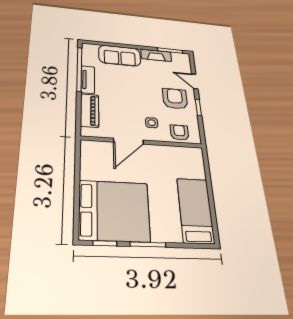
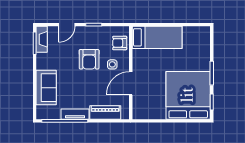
fireplace: (156, 55) -> (42, 39), moved
armchair: (175, 99) -> (89, 59), moved, turned -90
door: (128, 141) -> (131, 83), swing flipped
bed: (195, 210) -> (157, 37), moved, turned 180

